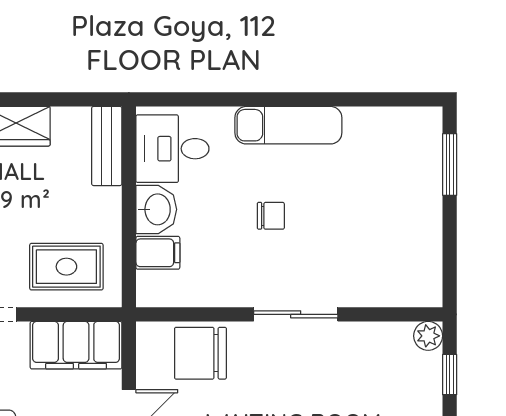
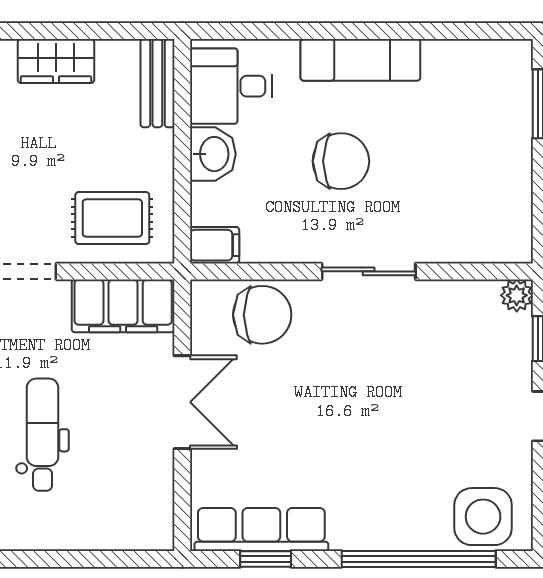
chair: (271, 216) -> (341, 161), width x1.87, depth x1.87
filing cabinet: (158, 253) -> (215, 245), moved
chair: (200, 353) -> (262, 315), turned 180

